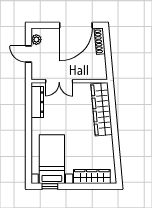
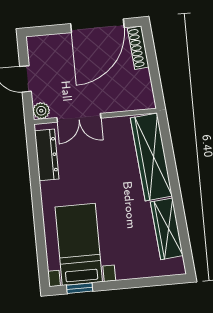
plant: (36, 40) -> (41, 111), moved
wardrobe: (92, 177) -> (167, 229), moved, turned -95

